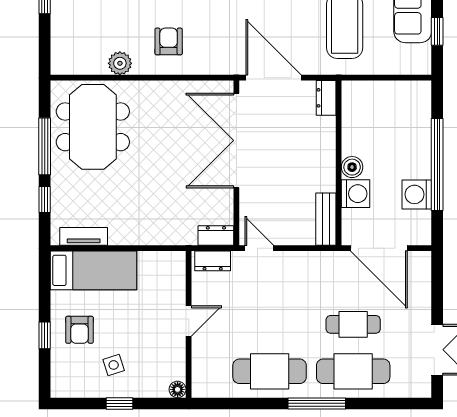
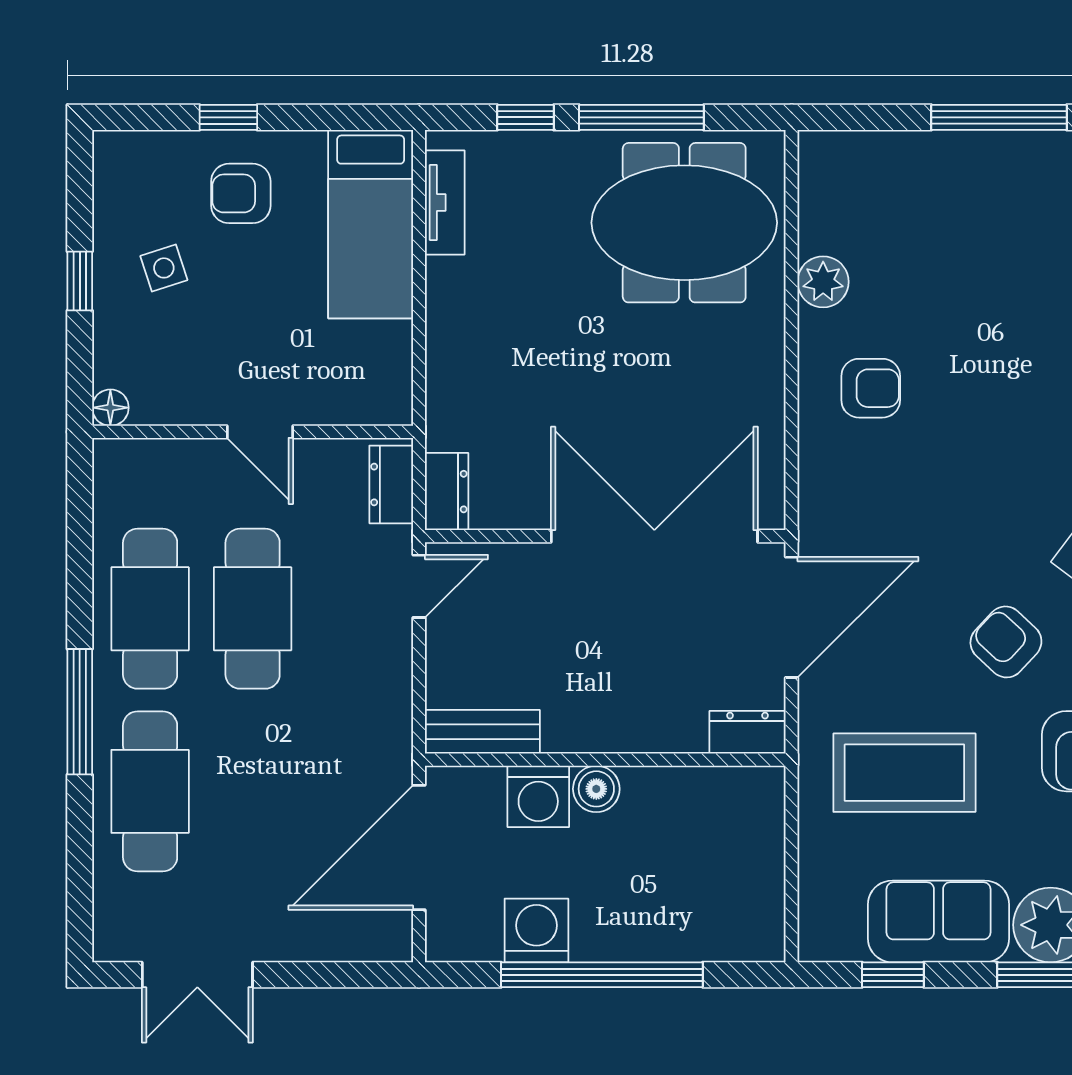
cafe table: (353, 324) -> (253, 609), moved, width x1.37, depth x1.35

